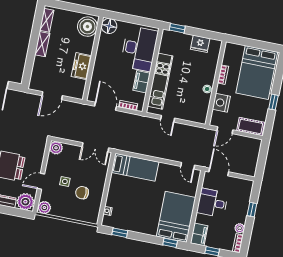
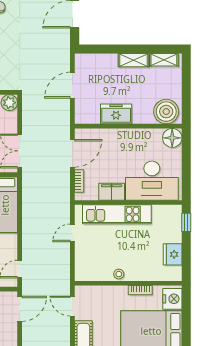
door: (52, 96) -> (72, 85), hinge flipped
nightstand: (221, 103) -> (172, 299), moved, turned 90

